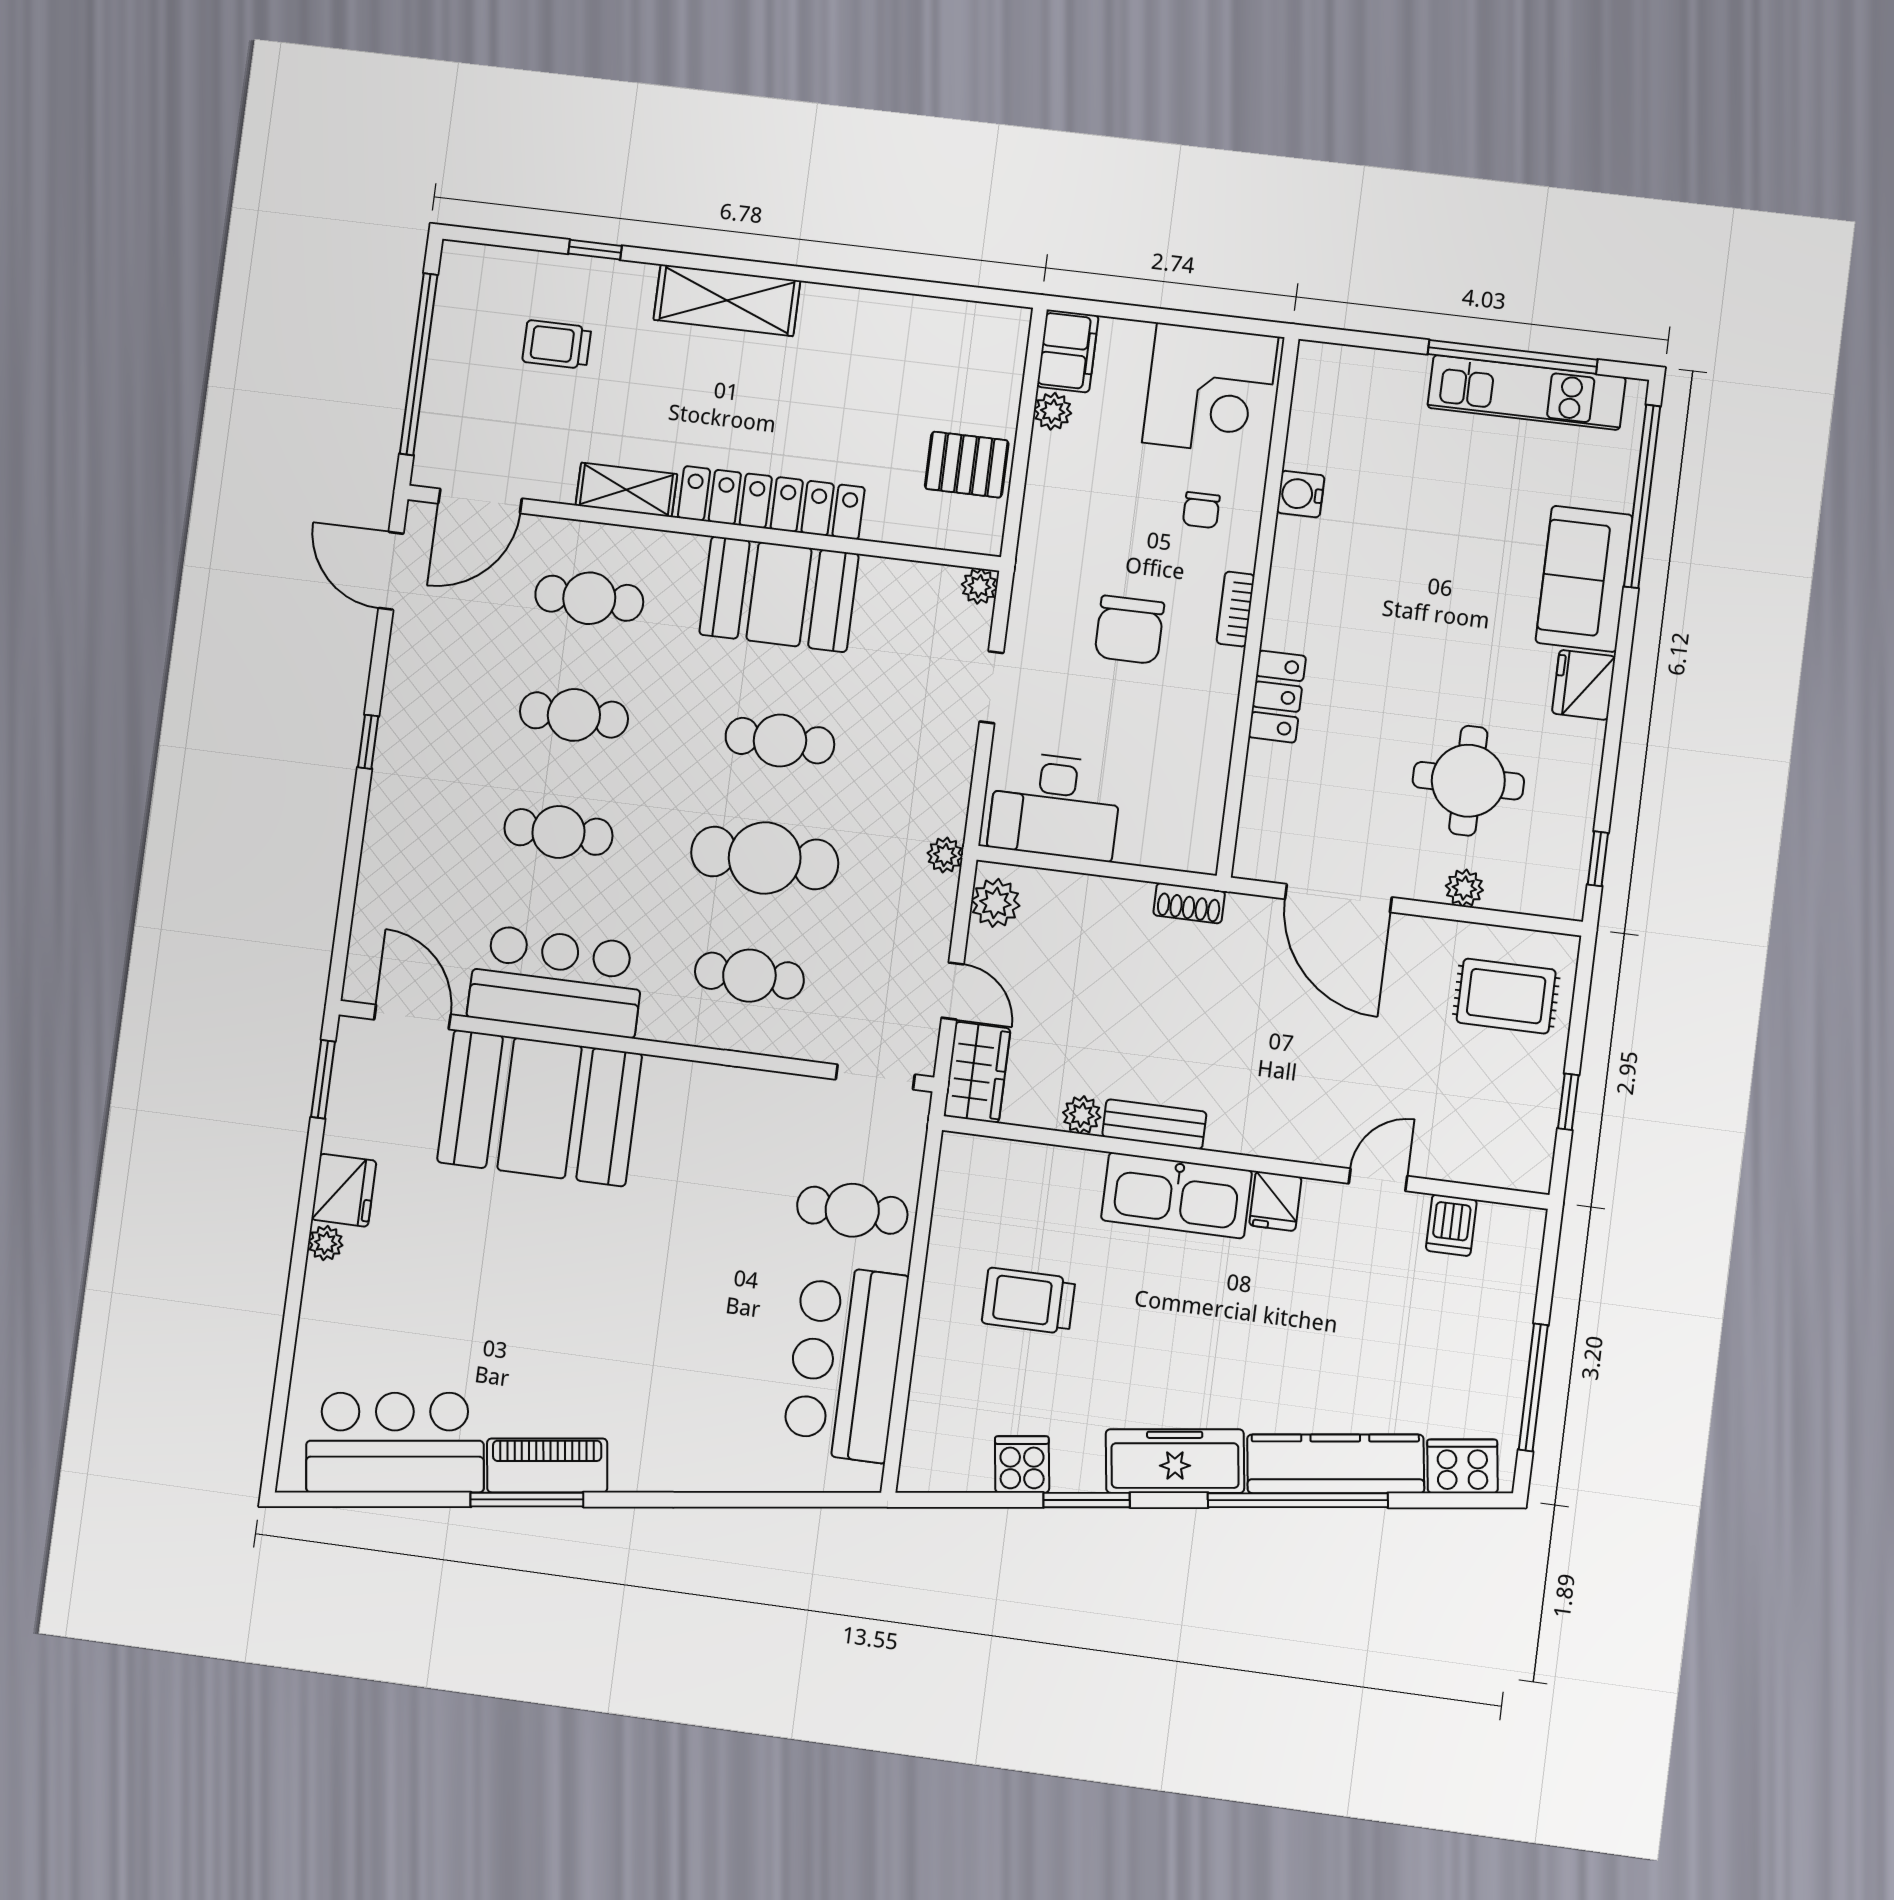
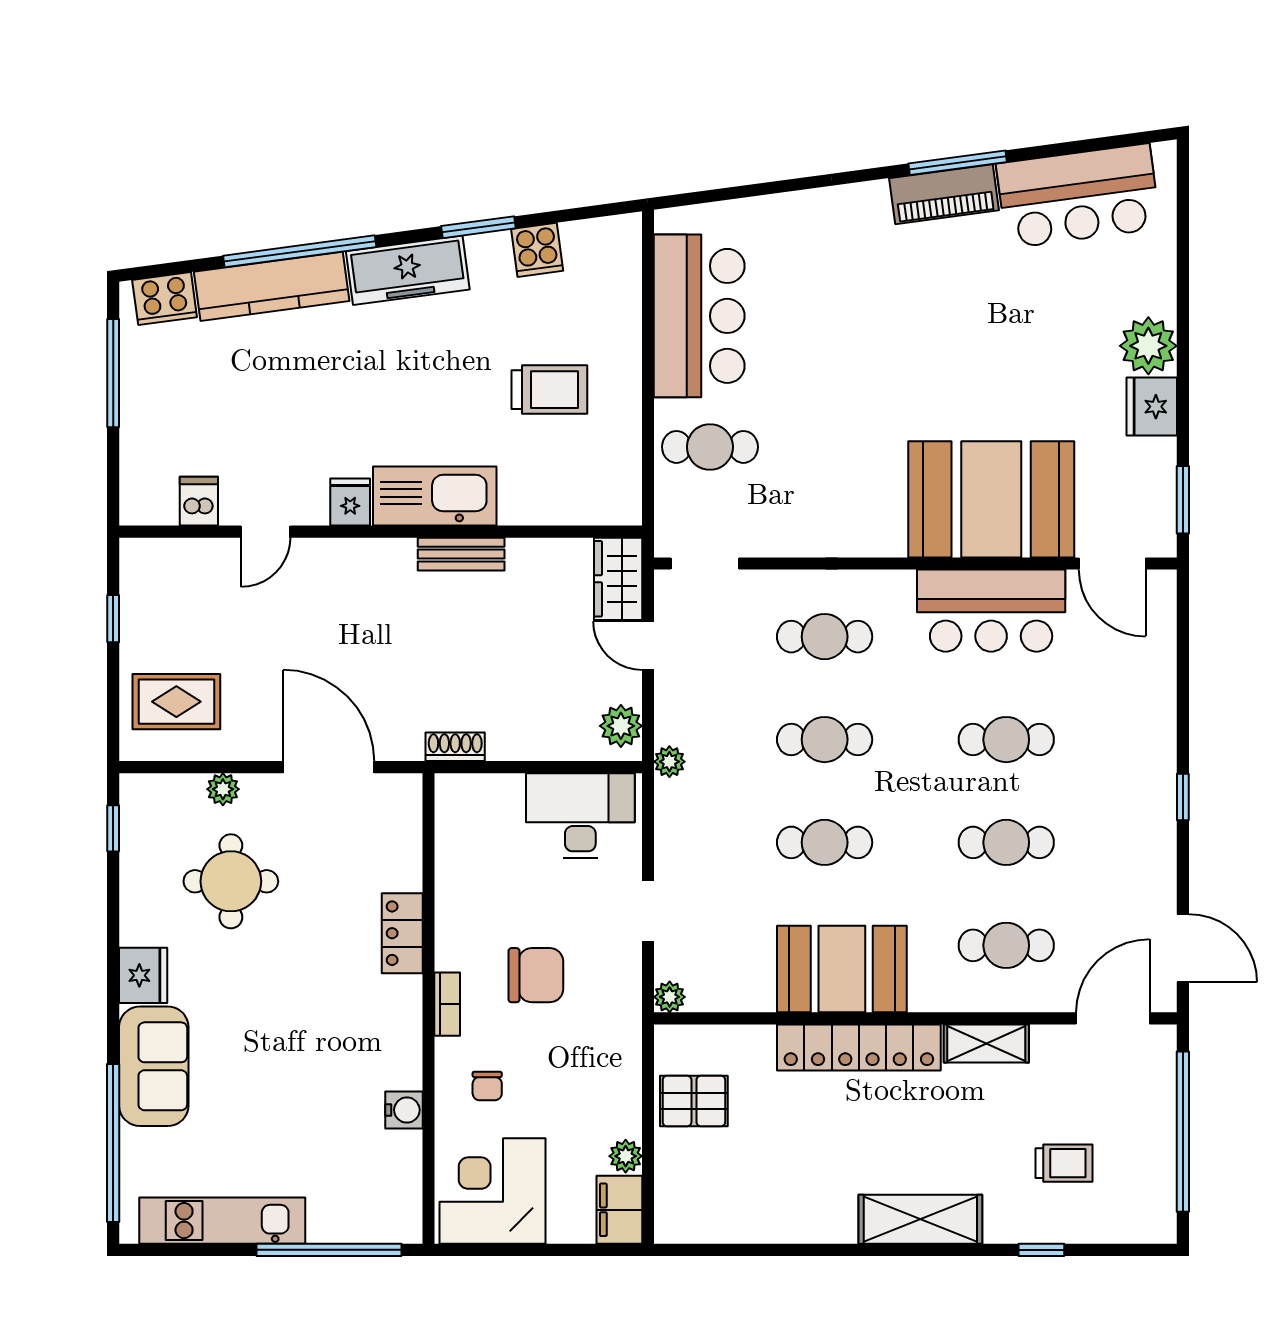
window: (1513, 357) -> (329, 1250), moved
chair: (1201, 510) -> (487, 1086), turned 180
chair: (1129, 630) -> (536, 975), turned 90
cafe table: (765, 858) -> (825, 740), width x0.73, depth x0.74
plant: (1082, 1115) -> (524, 554), removed
plant: (326, 1243) -> (1148, 346), width x1.87, depth x1.87

